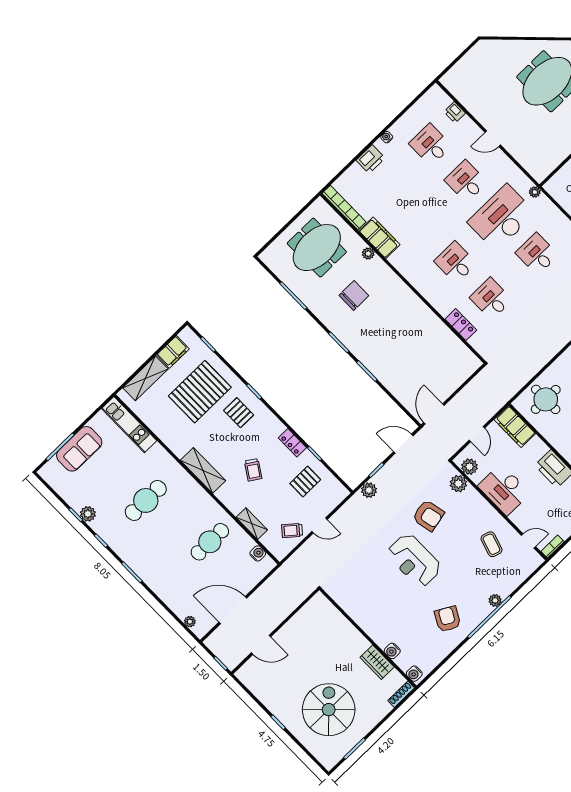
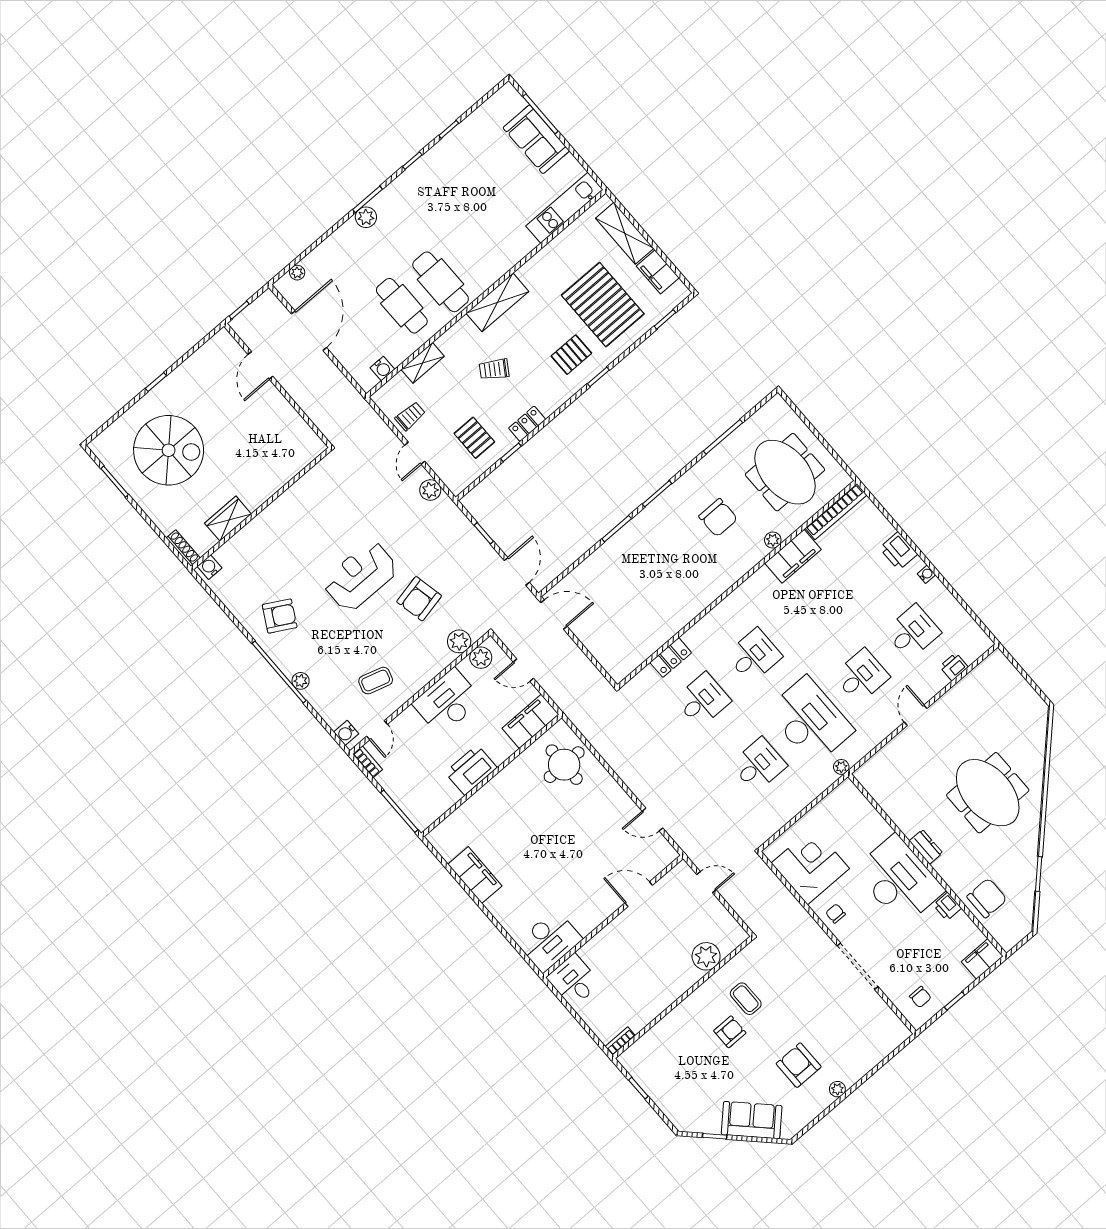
plant: (369, 490) -> (430, 490), moved
cafe table: (146, 500) -> (441, 282), moved
plant: (88, 514) -> (366, 217), moved
trolley: (292, 531) -> (410, 416), turned 50
water cooler: (392, 651) -> (346, 733), moved, turned -90

